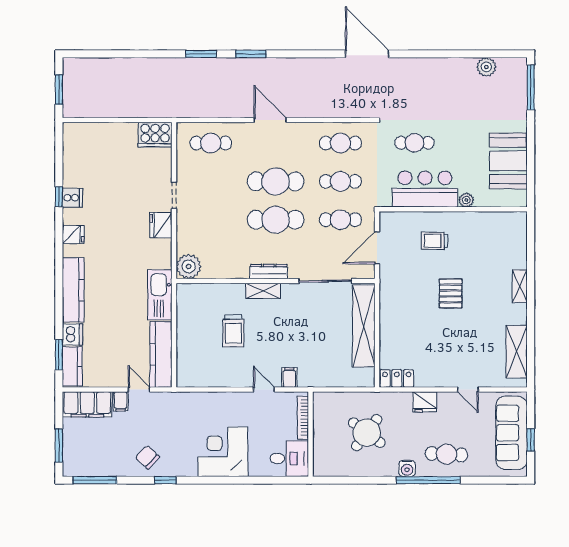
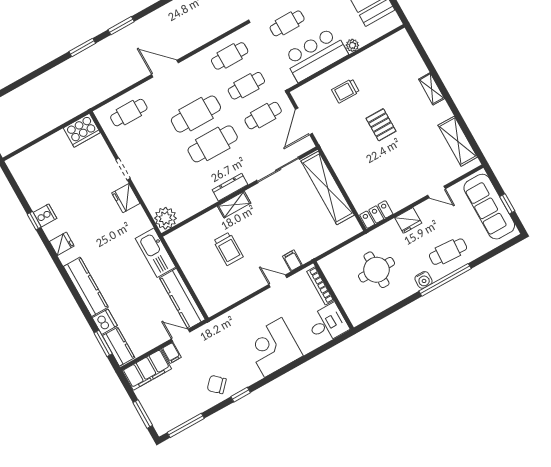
round table: (367, 433) -> (376, 270), turned -37

